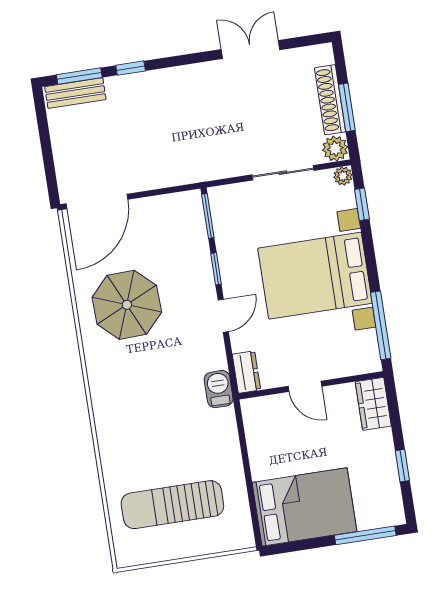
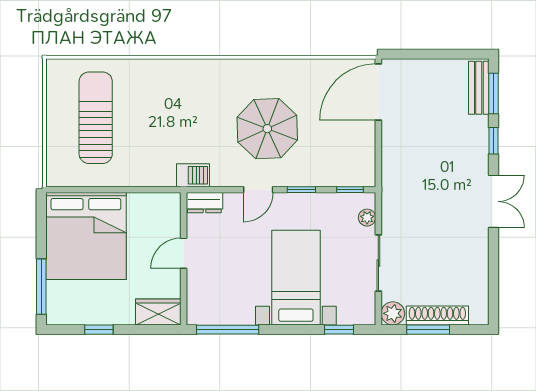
double door: (250, 50) -> (493, 201), moved
plant: (343, 176) -> (367, 218), moved
door: (97, 201) -> (378, 92), hinge flipped
window: (208, 216) -> (350, 190), width x0.67
bed with nightstands: (315, 276) -> (296, 278), width x0.73
parasol: (127, 305) -> (267, 129), moved
door: (223, 316) -> (258, 190), hinge flipped
bed: (304, 507) -> (86, 236), width x1.36

